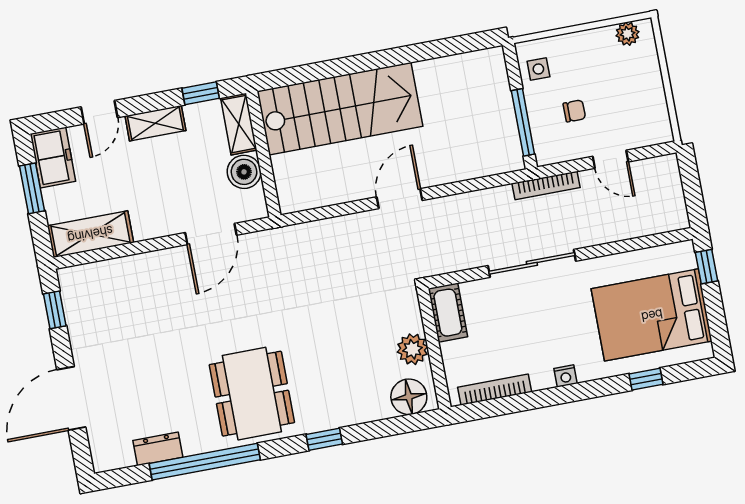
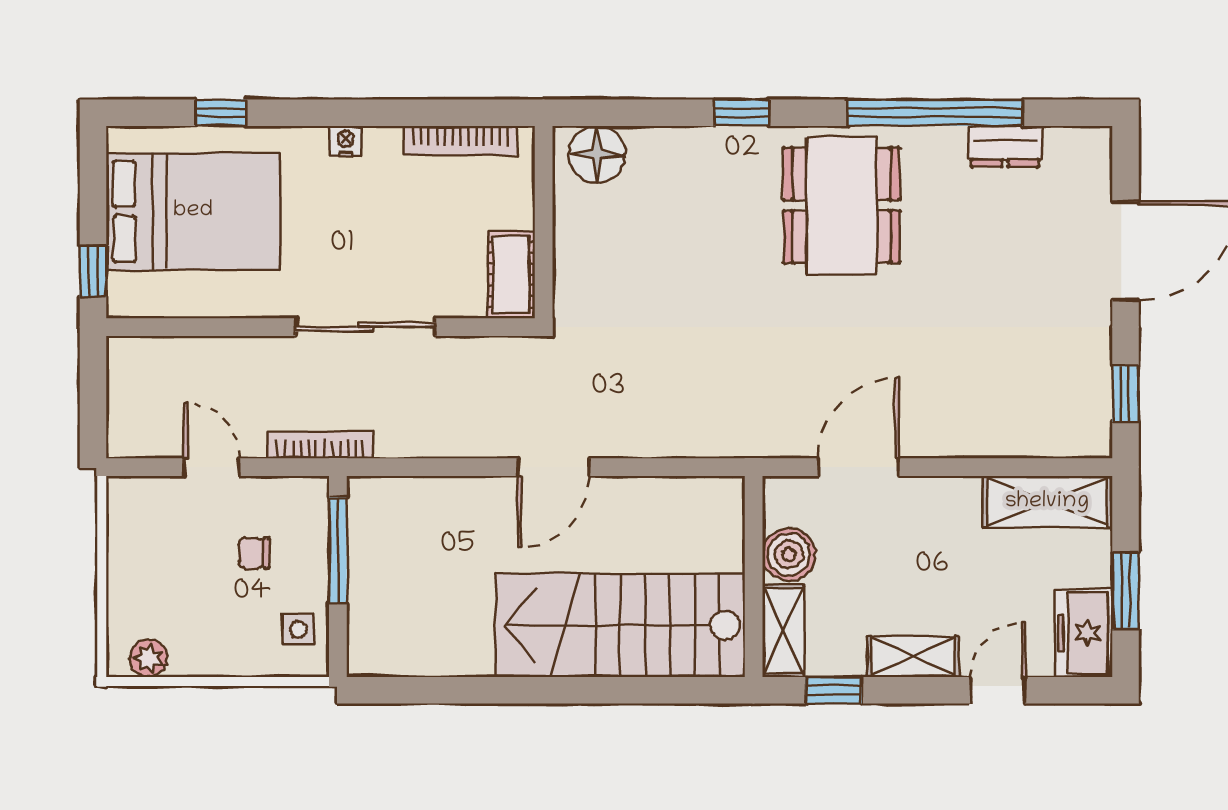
plant: (412, 349) -> (577, 228), removed

